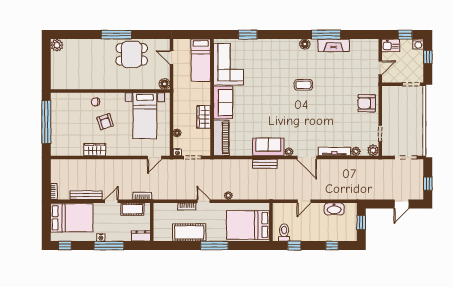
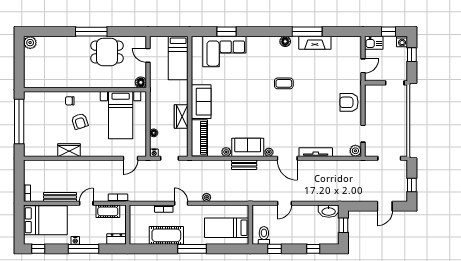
corner sofa: (229, 64) -> (224, 52), moved, turned 90
plant: (356, 151) -> (226, 152), moved
washbasin: (334, 209) -> (329, 211), moved
bed: (248, 225) -> (227, 228), width x0.67

